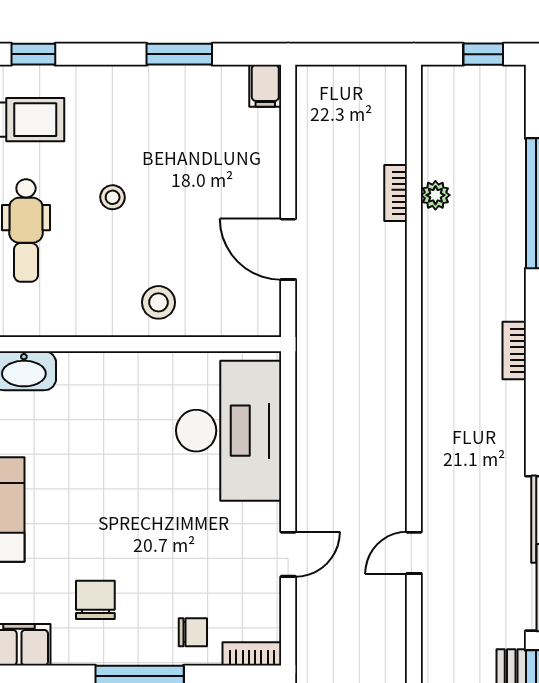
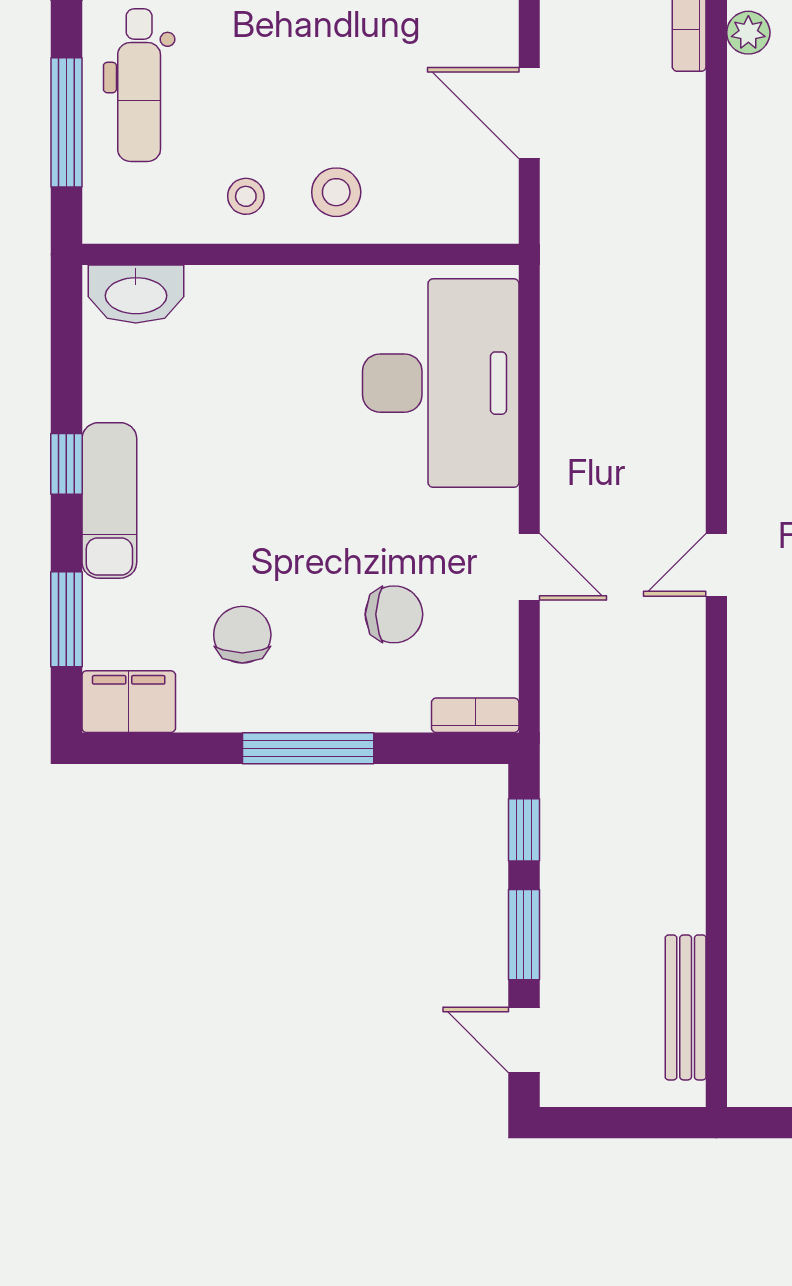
stool: (113, 197) -> (246, 196), moved
door: (288, 554) -> (529, 567), hinge flipped
chair: (193, 632) -> (394, 614), moved, width x1.37, depth x1.37

